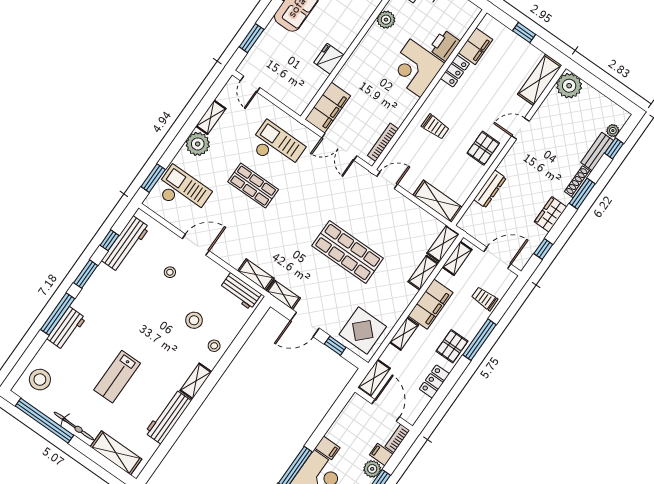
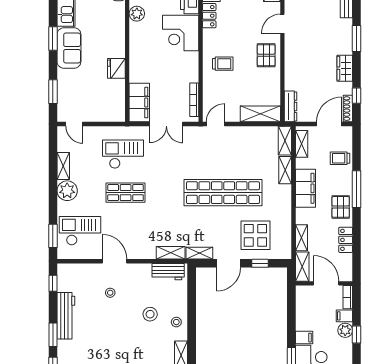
shoe rack: (578, 182) -> (348, 109), moved
dresser: (490, 189) -> (291, 106), moved
window: (109, 240) -> (53, 283), moved
workbench: (126, 244) -> (66, 316), moved
door: (196, 245) -> (115, 261), hinge flipped
shop shelf: (348, 252) -> (223, 193), width x1.40
display table: (363, 331) -> (255, 235), moved
shelving: (404, 334) -> (301, 238), moved

